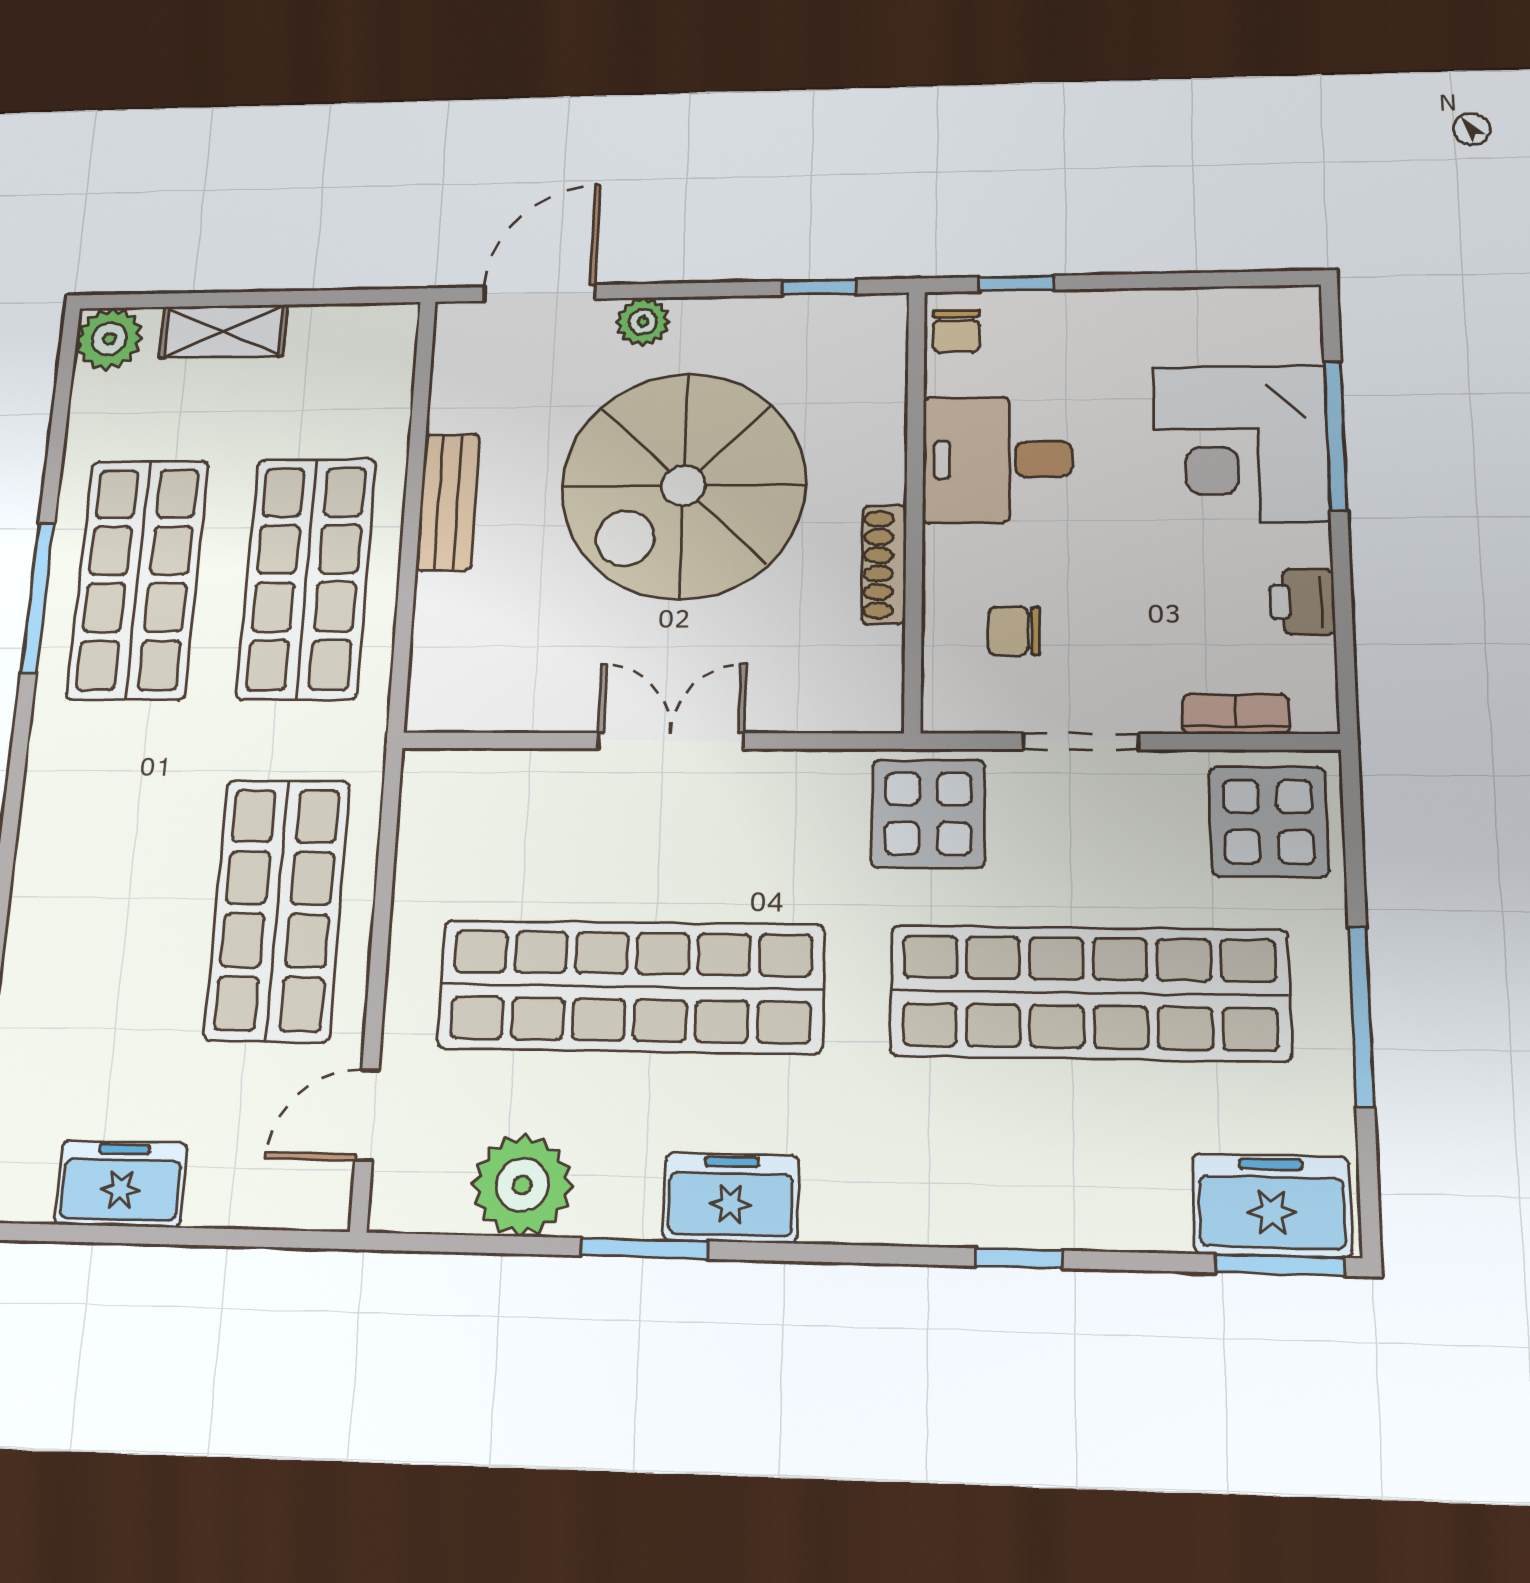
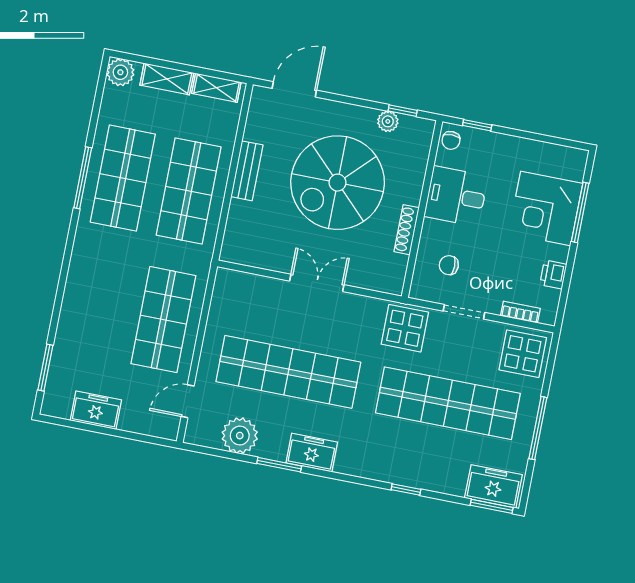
plant: (643, 322) -> (388, 121), moved
shelving: (347, 327) -> (216, 88), added

